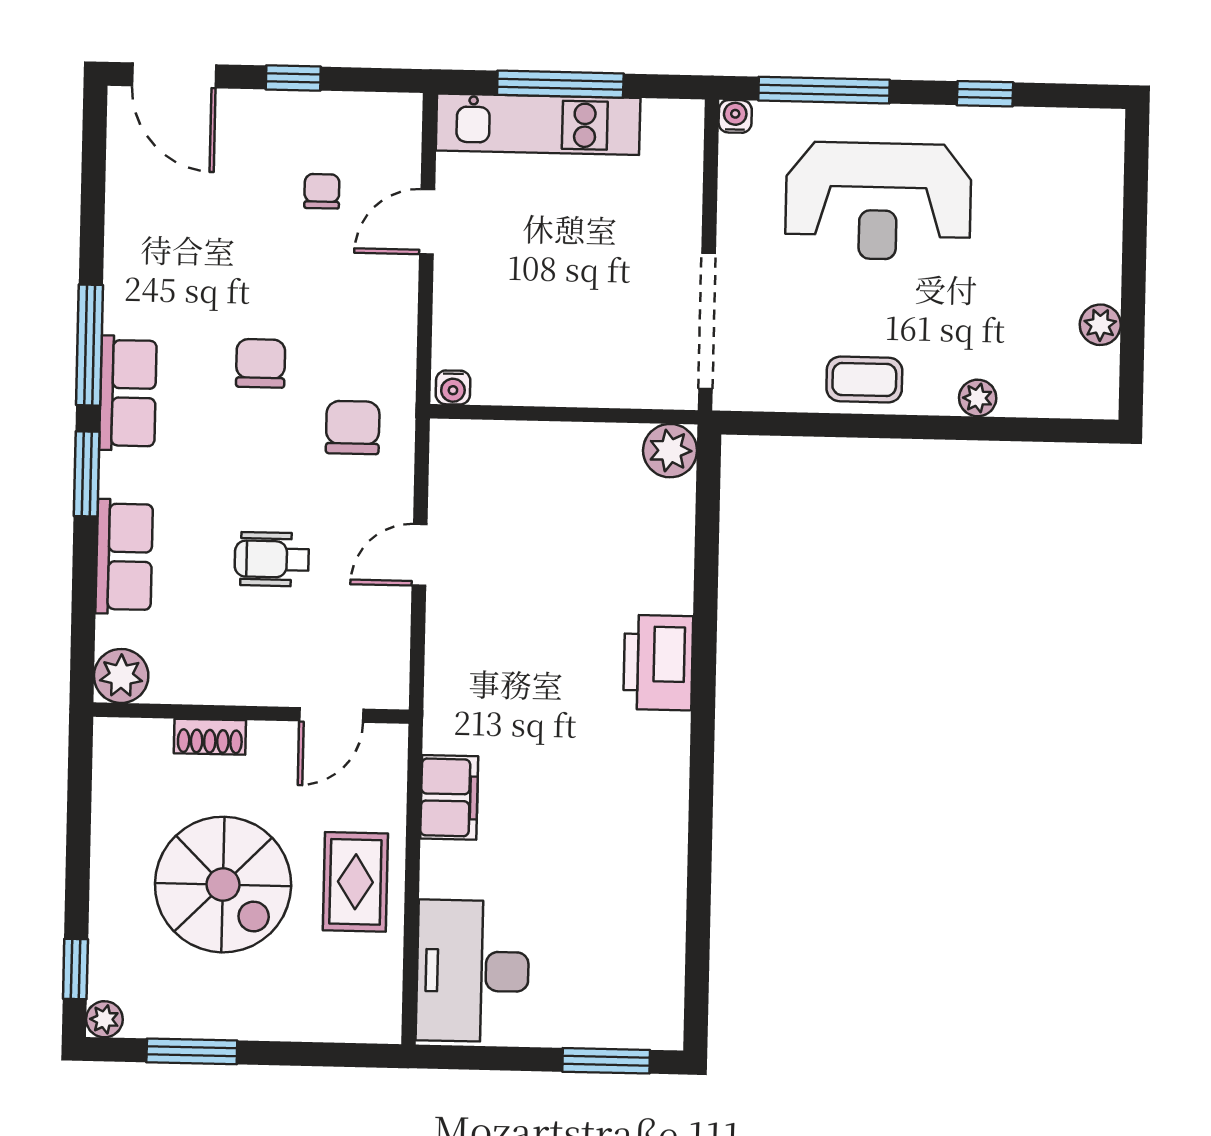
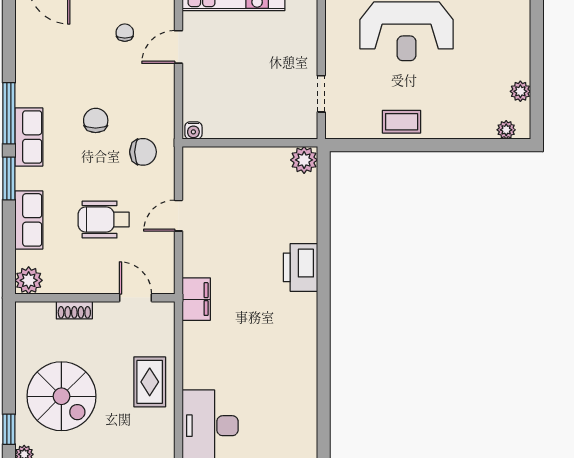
doorway: (707, 321) -> (321, 94), width x0.53
plant: (978, 398) -> (506, 130), moved
chair: (353, 427) -> (143, 152), turned 90
wheelchair: (272, 559) -> (104, 219), width x1.36, depth x1.37
door: (331, 715) -> (136, 298), swing flipped
filing cabinet: (449, 797) -> (196, 299), moved
spiral stairs: (223, 885) -> (61, 396), moved

